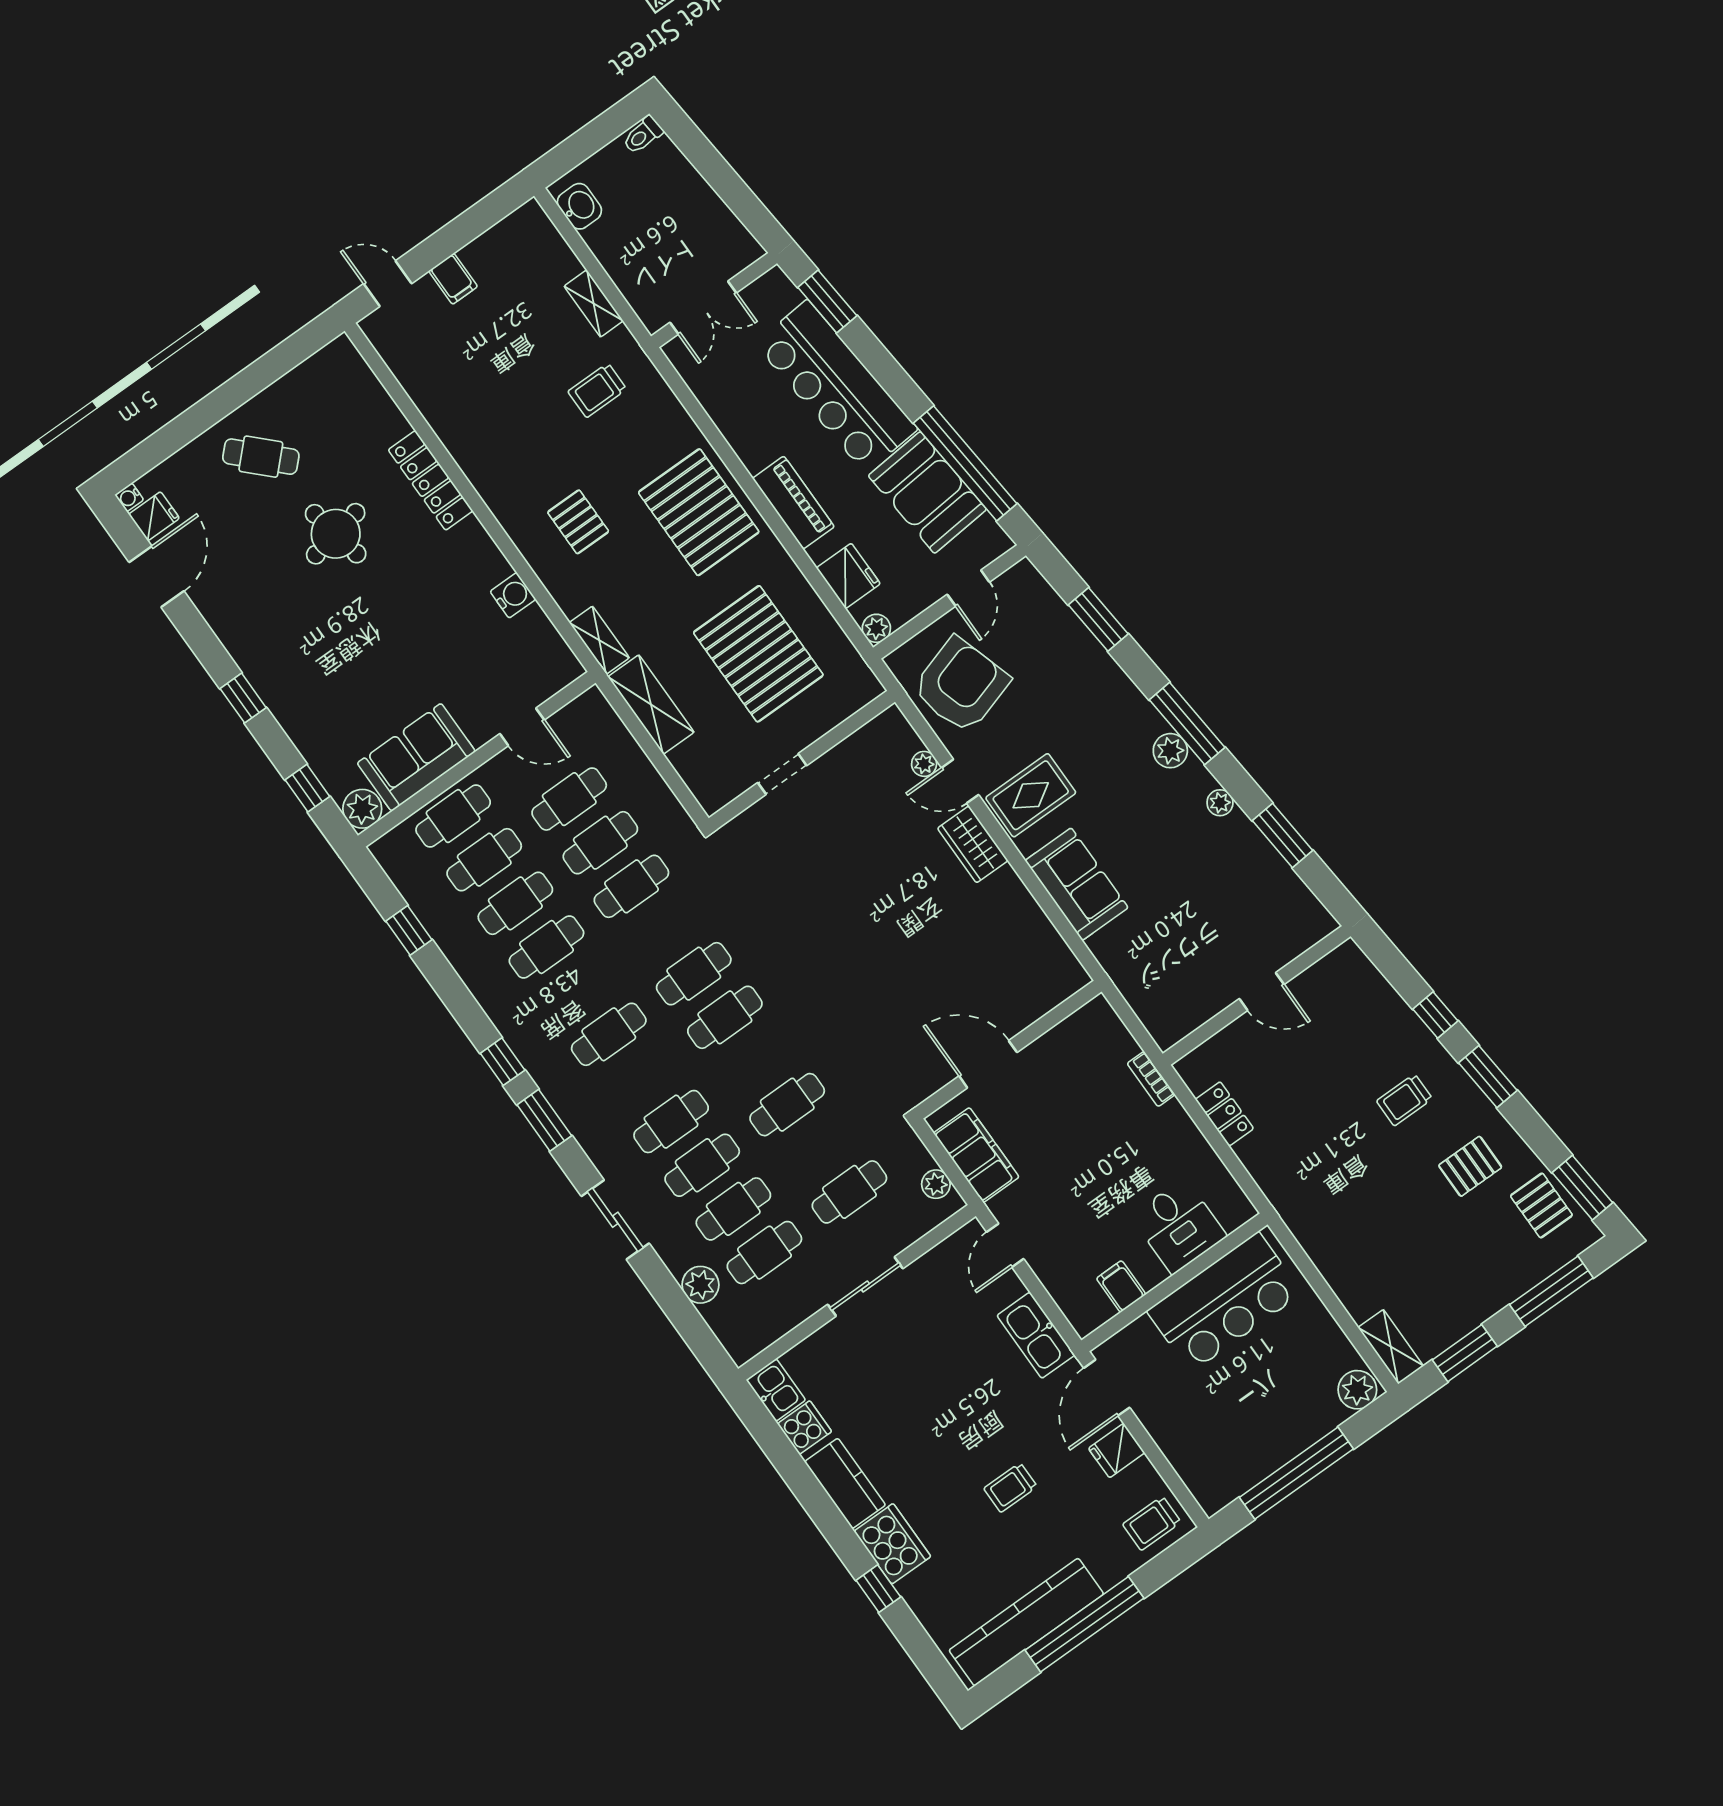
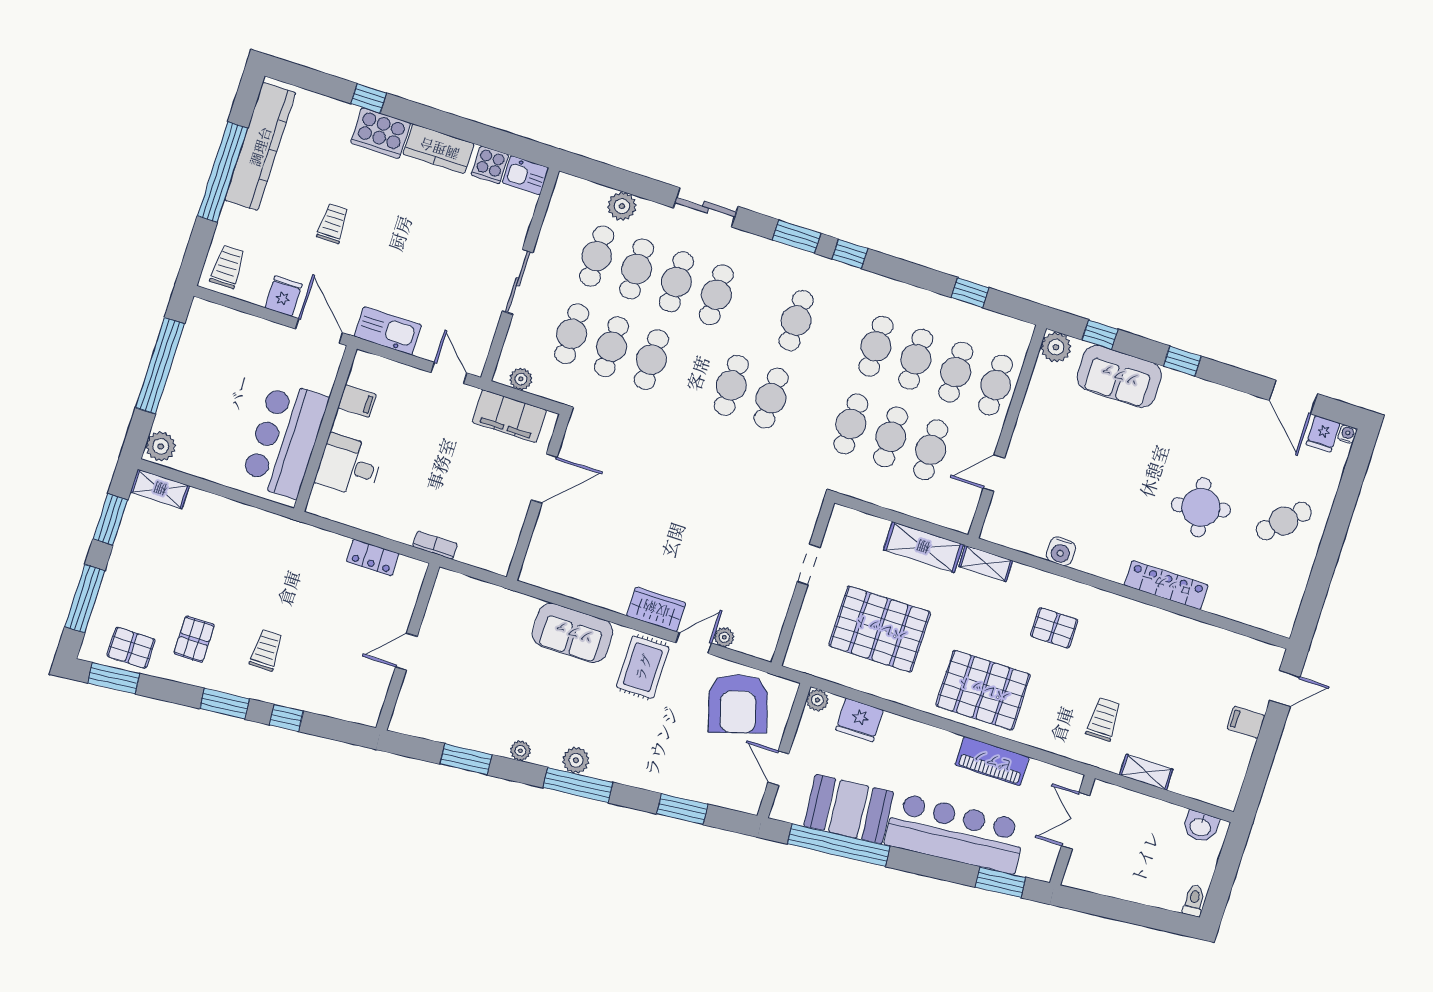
piano: (793, 503) -> (992, 761), moved
sofa: (416, 757) -> (1119, 376), moved, turned 90
cafe table: (818, 1148) -> (612, 347), added

